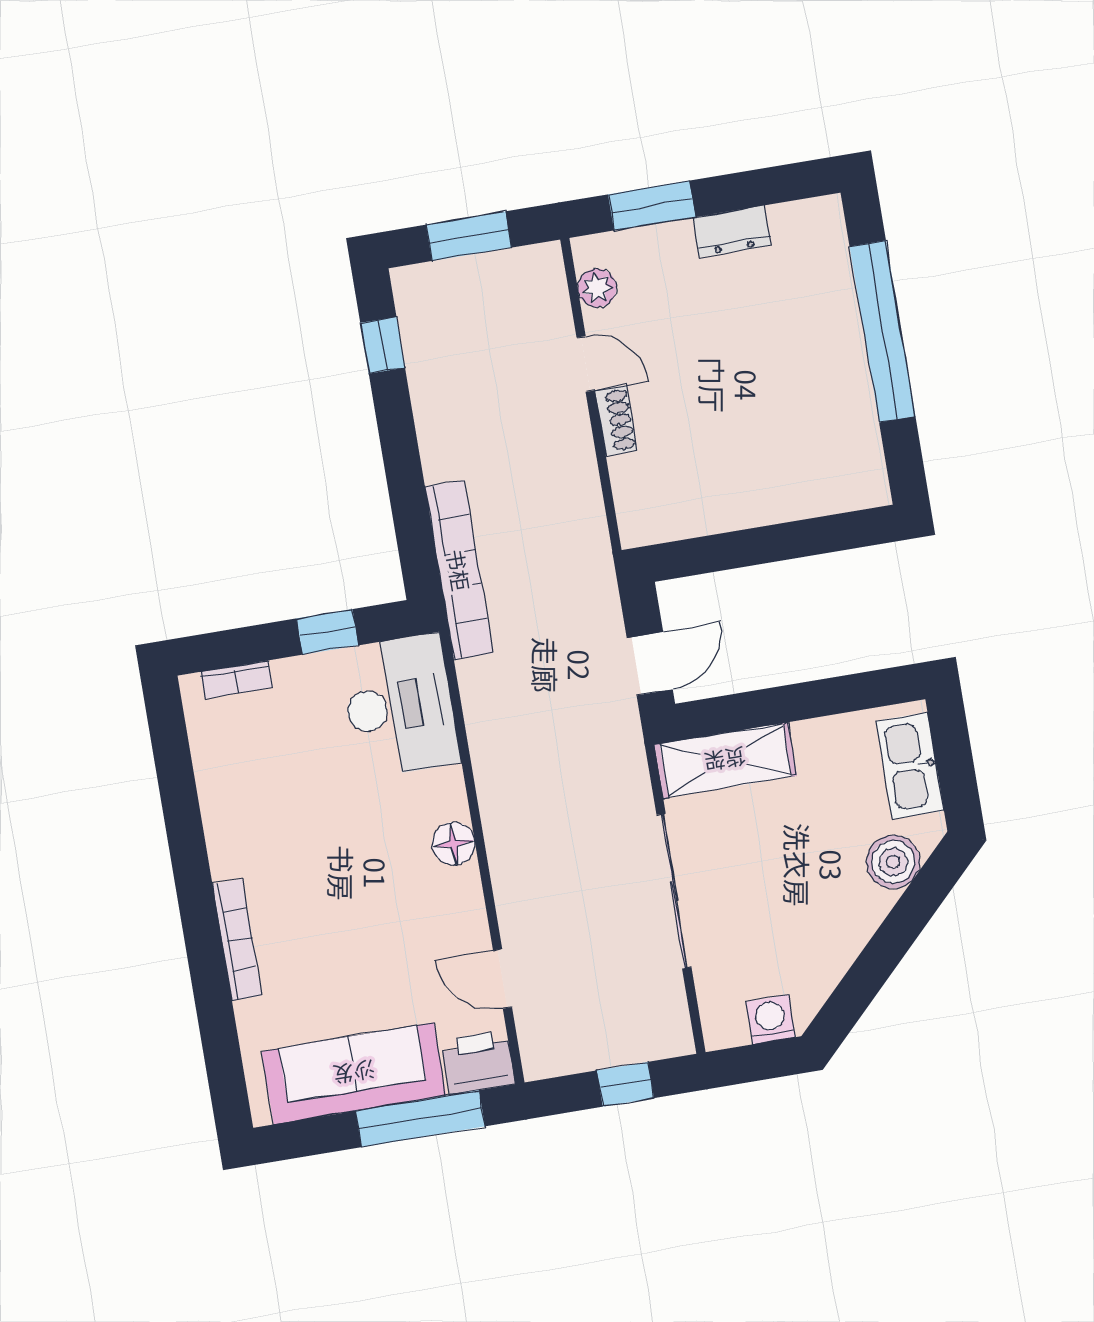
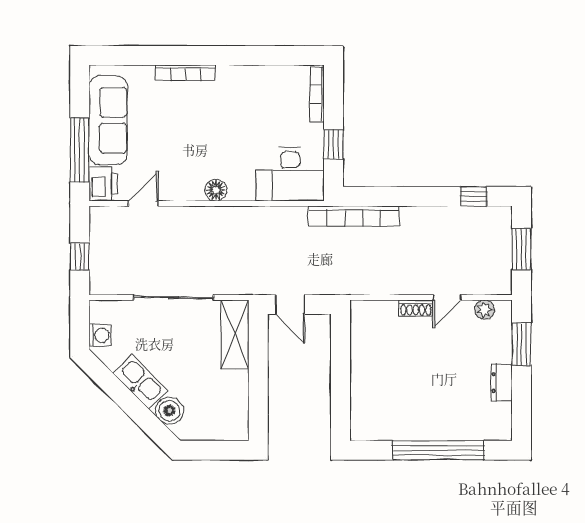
bookcase: (237, 680) -> (317, 94), width x1.56
kitchen sink: (910, 766) -> (140, 382), moved, turned 45

